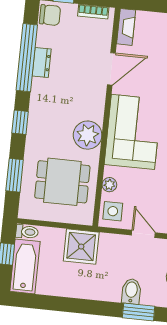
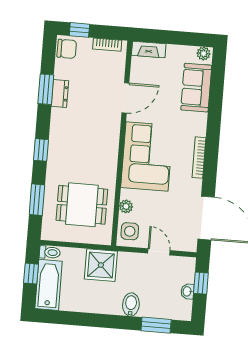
fireplace: (126, 27) -> (149, 50), moved, turned 90
window: (27, 58) -> (46, 89), width x0.47
plant: (88, 135) -> (105, 160), removed
bidet: (131, 291) -> (131, 305), moved

